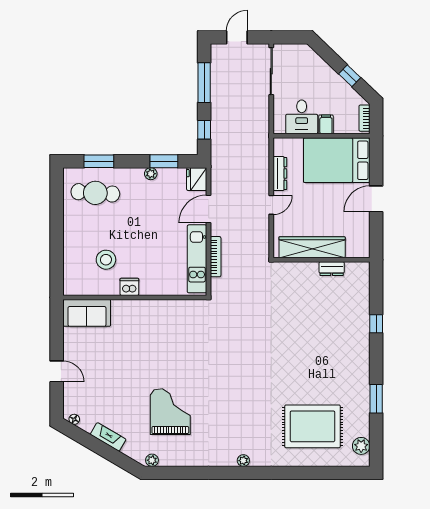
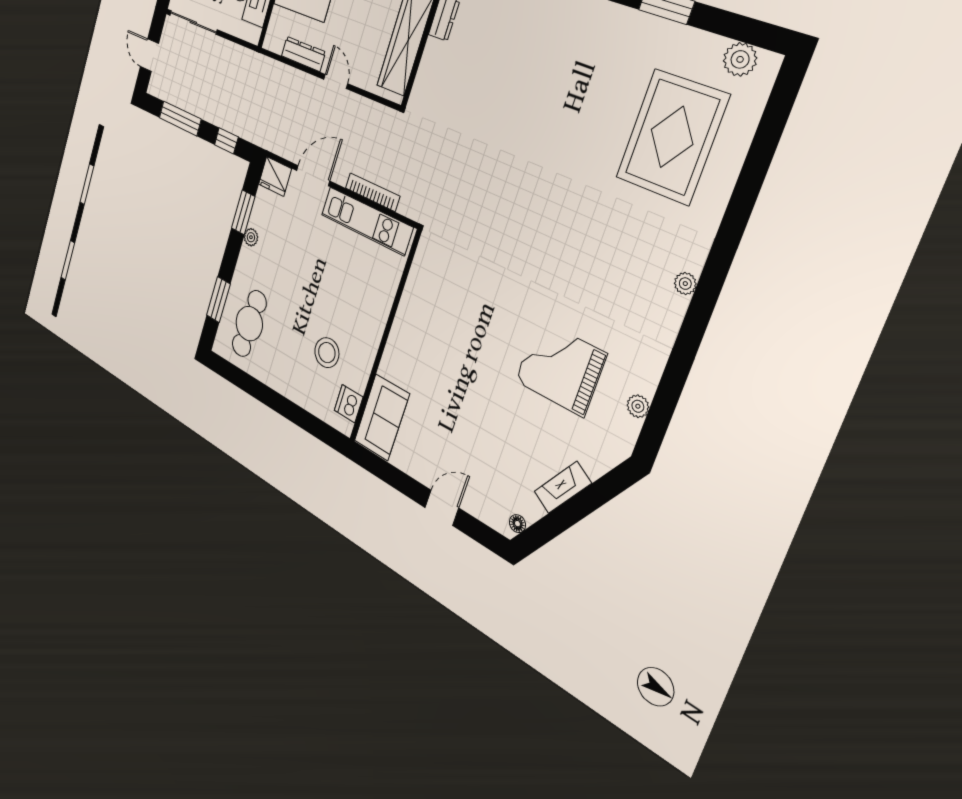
door: (209, 209) -> (313, 176), swing flipped
dishwasher: (129, 287) -> (349, 404), moved
plant: (152, 460) -> (638, 406), moved

